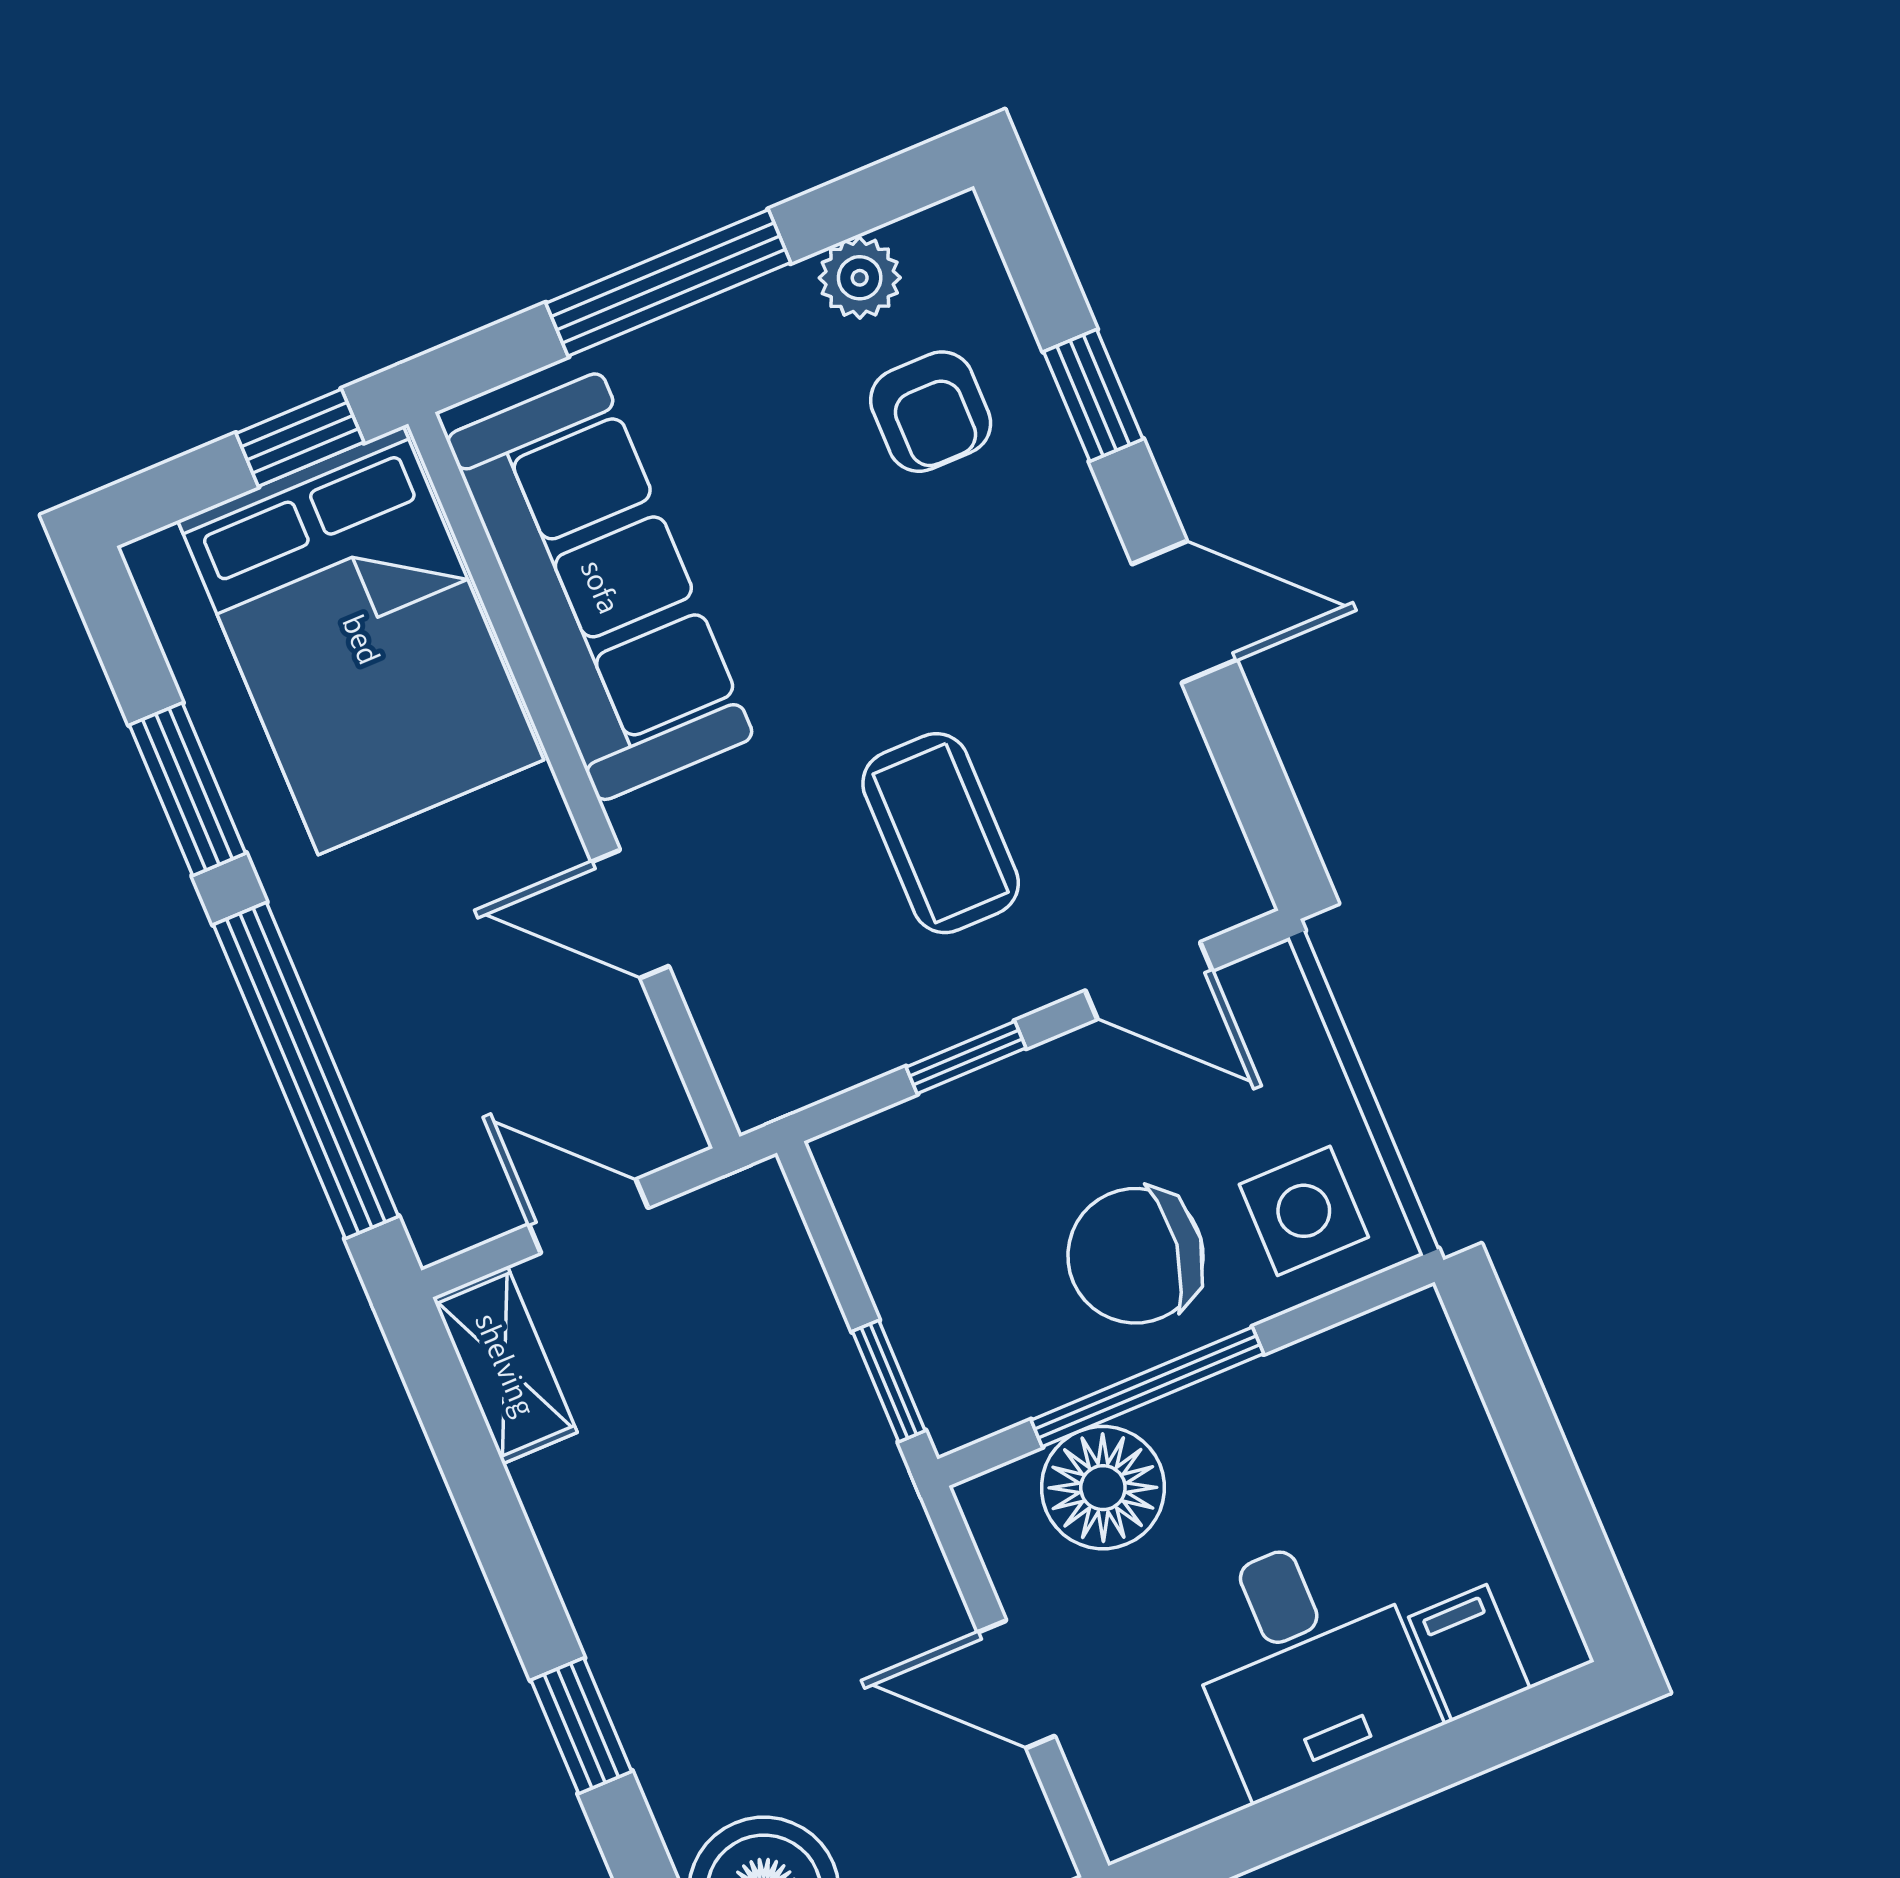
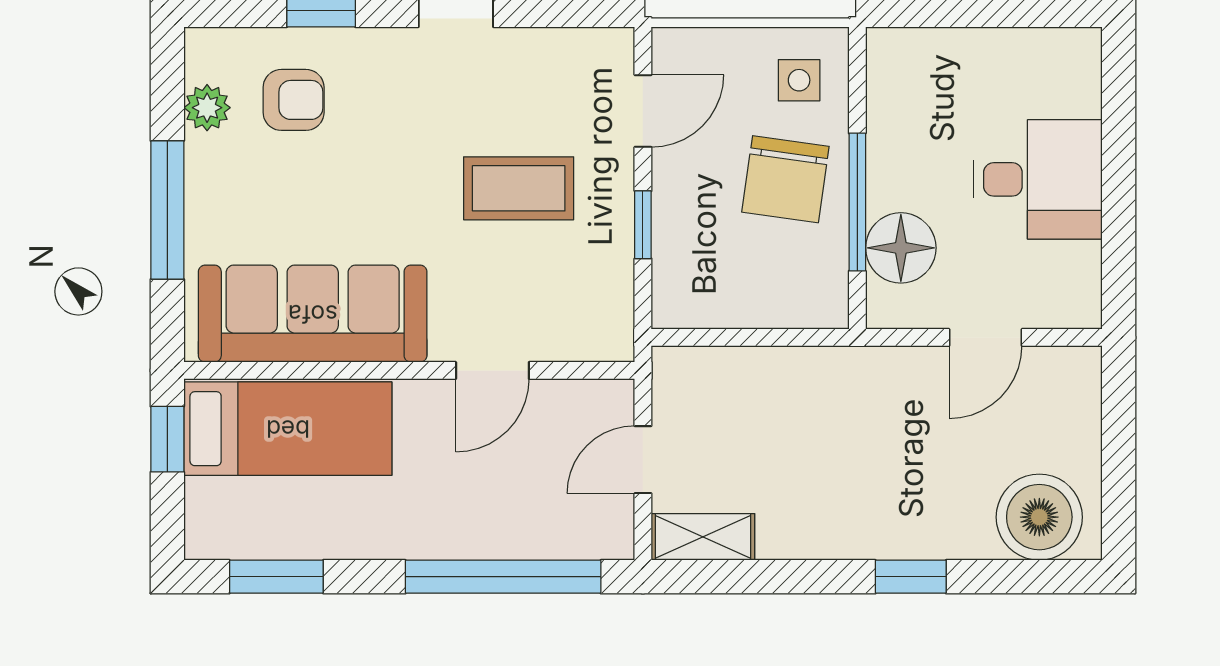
bed: (361, 640) -> (288, 429), width x0.67
window: (188, 789) -> (276, 577), moved
side table: (1304, 1211) -> (799, 80), width x0.73, depth x0.73
window: (889, 1381) -> (797, 337), removed
filing cabinet: (1469, 1653) -> (1070, 91), removed

